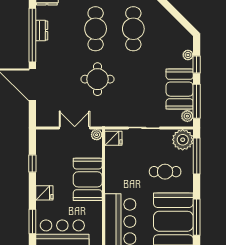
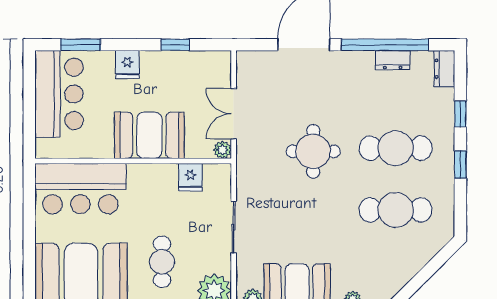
double door: (75, 128) -> (234, 114), swing flipped
fridge: (113, 138) -> (190, 177), moved

